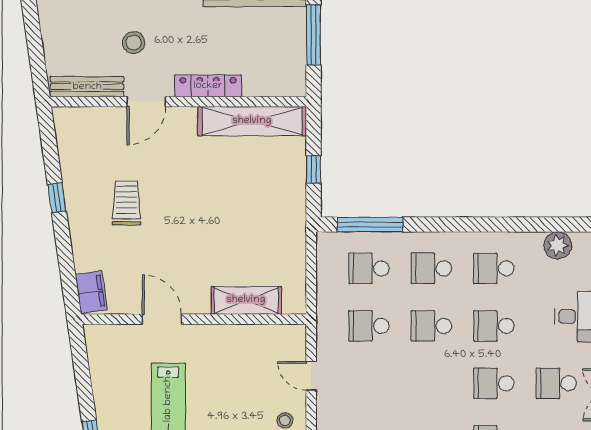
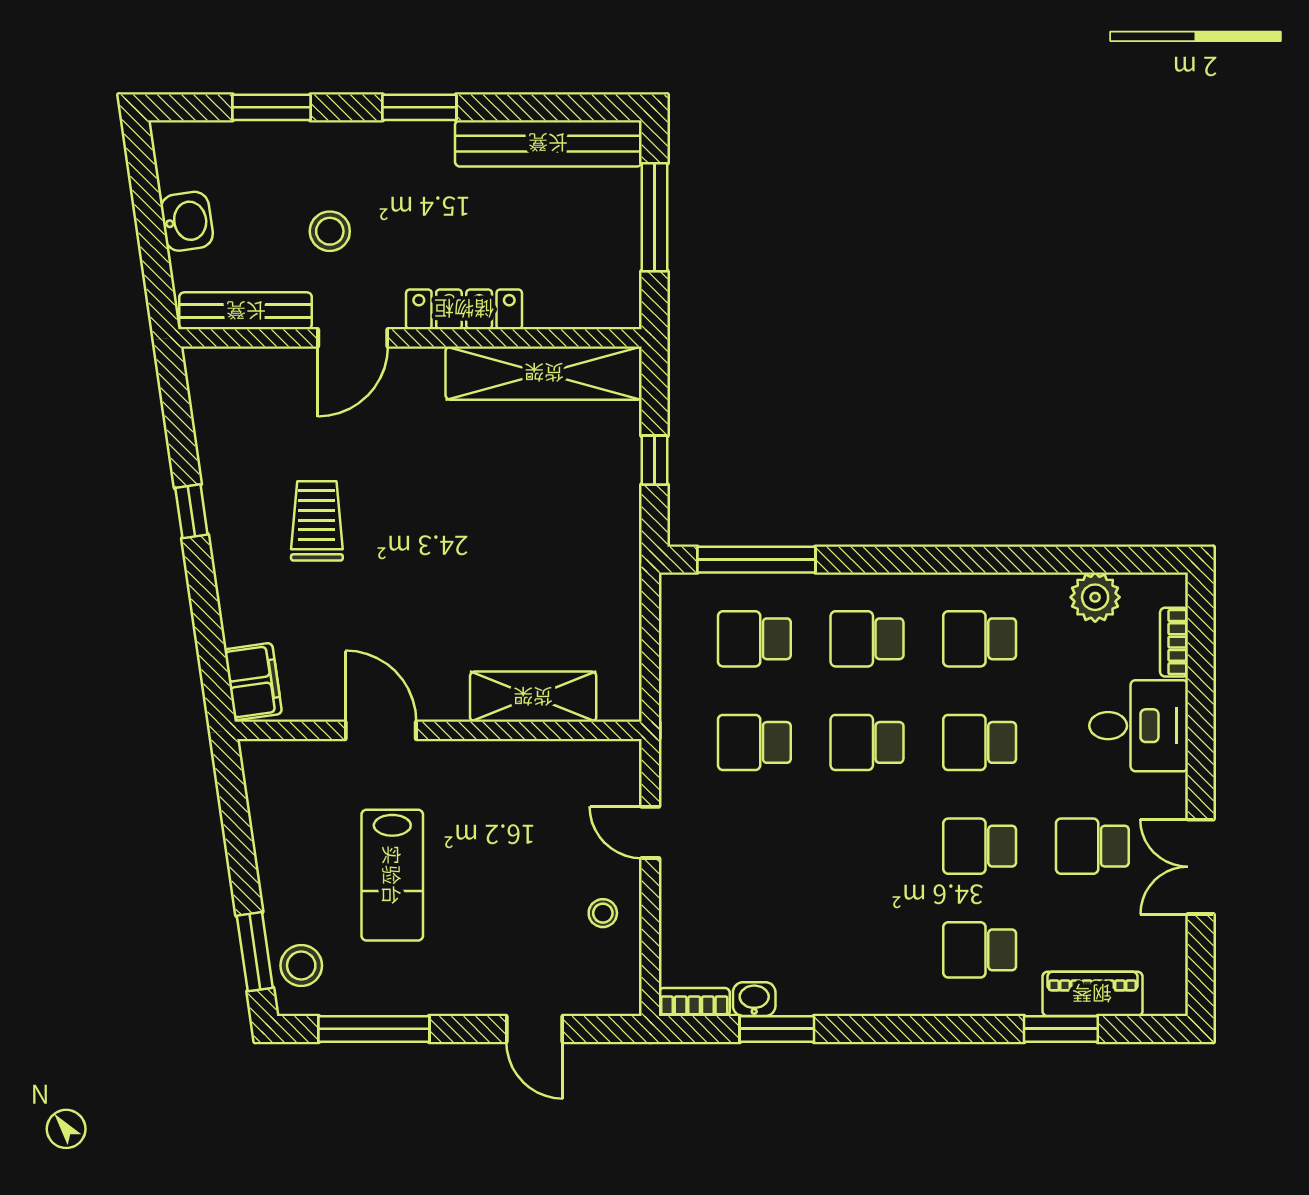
washbasin: (54, 37) -> (187, 221), added

